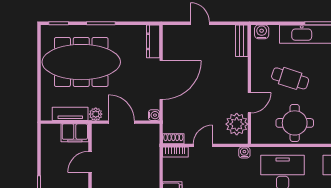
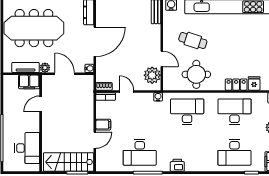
door: (249, 103) -> (162, 59), hinge flipped
door: (203, 145) -> (127, 91), hinge flipped

